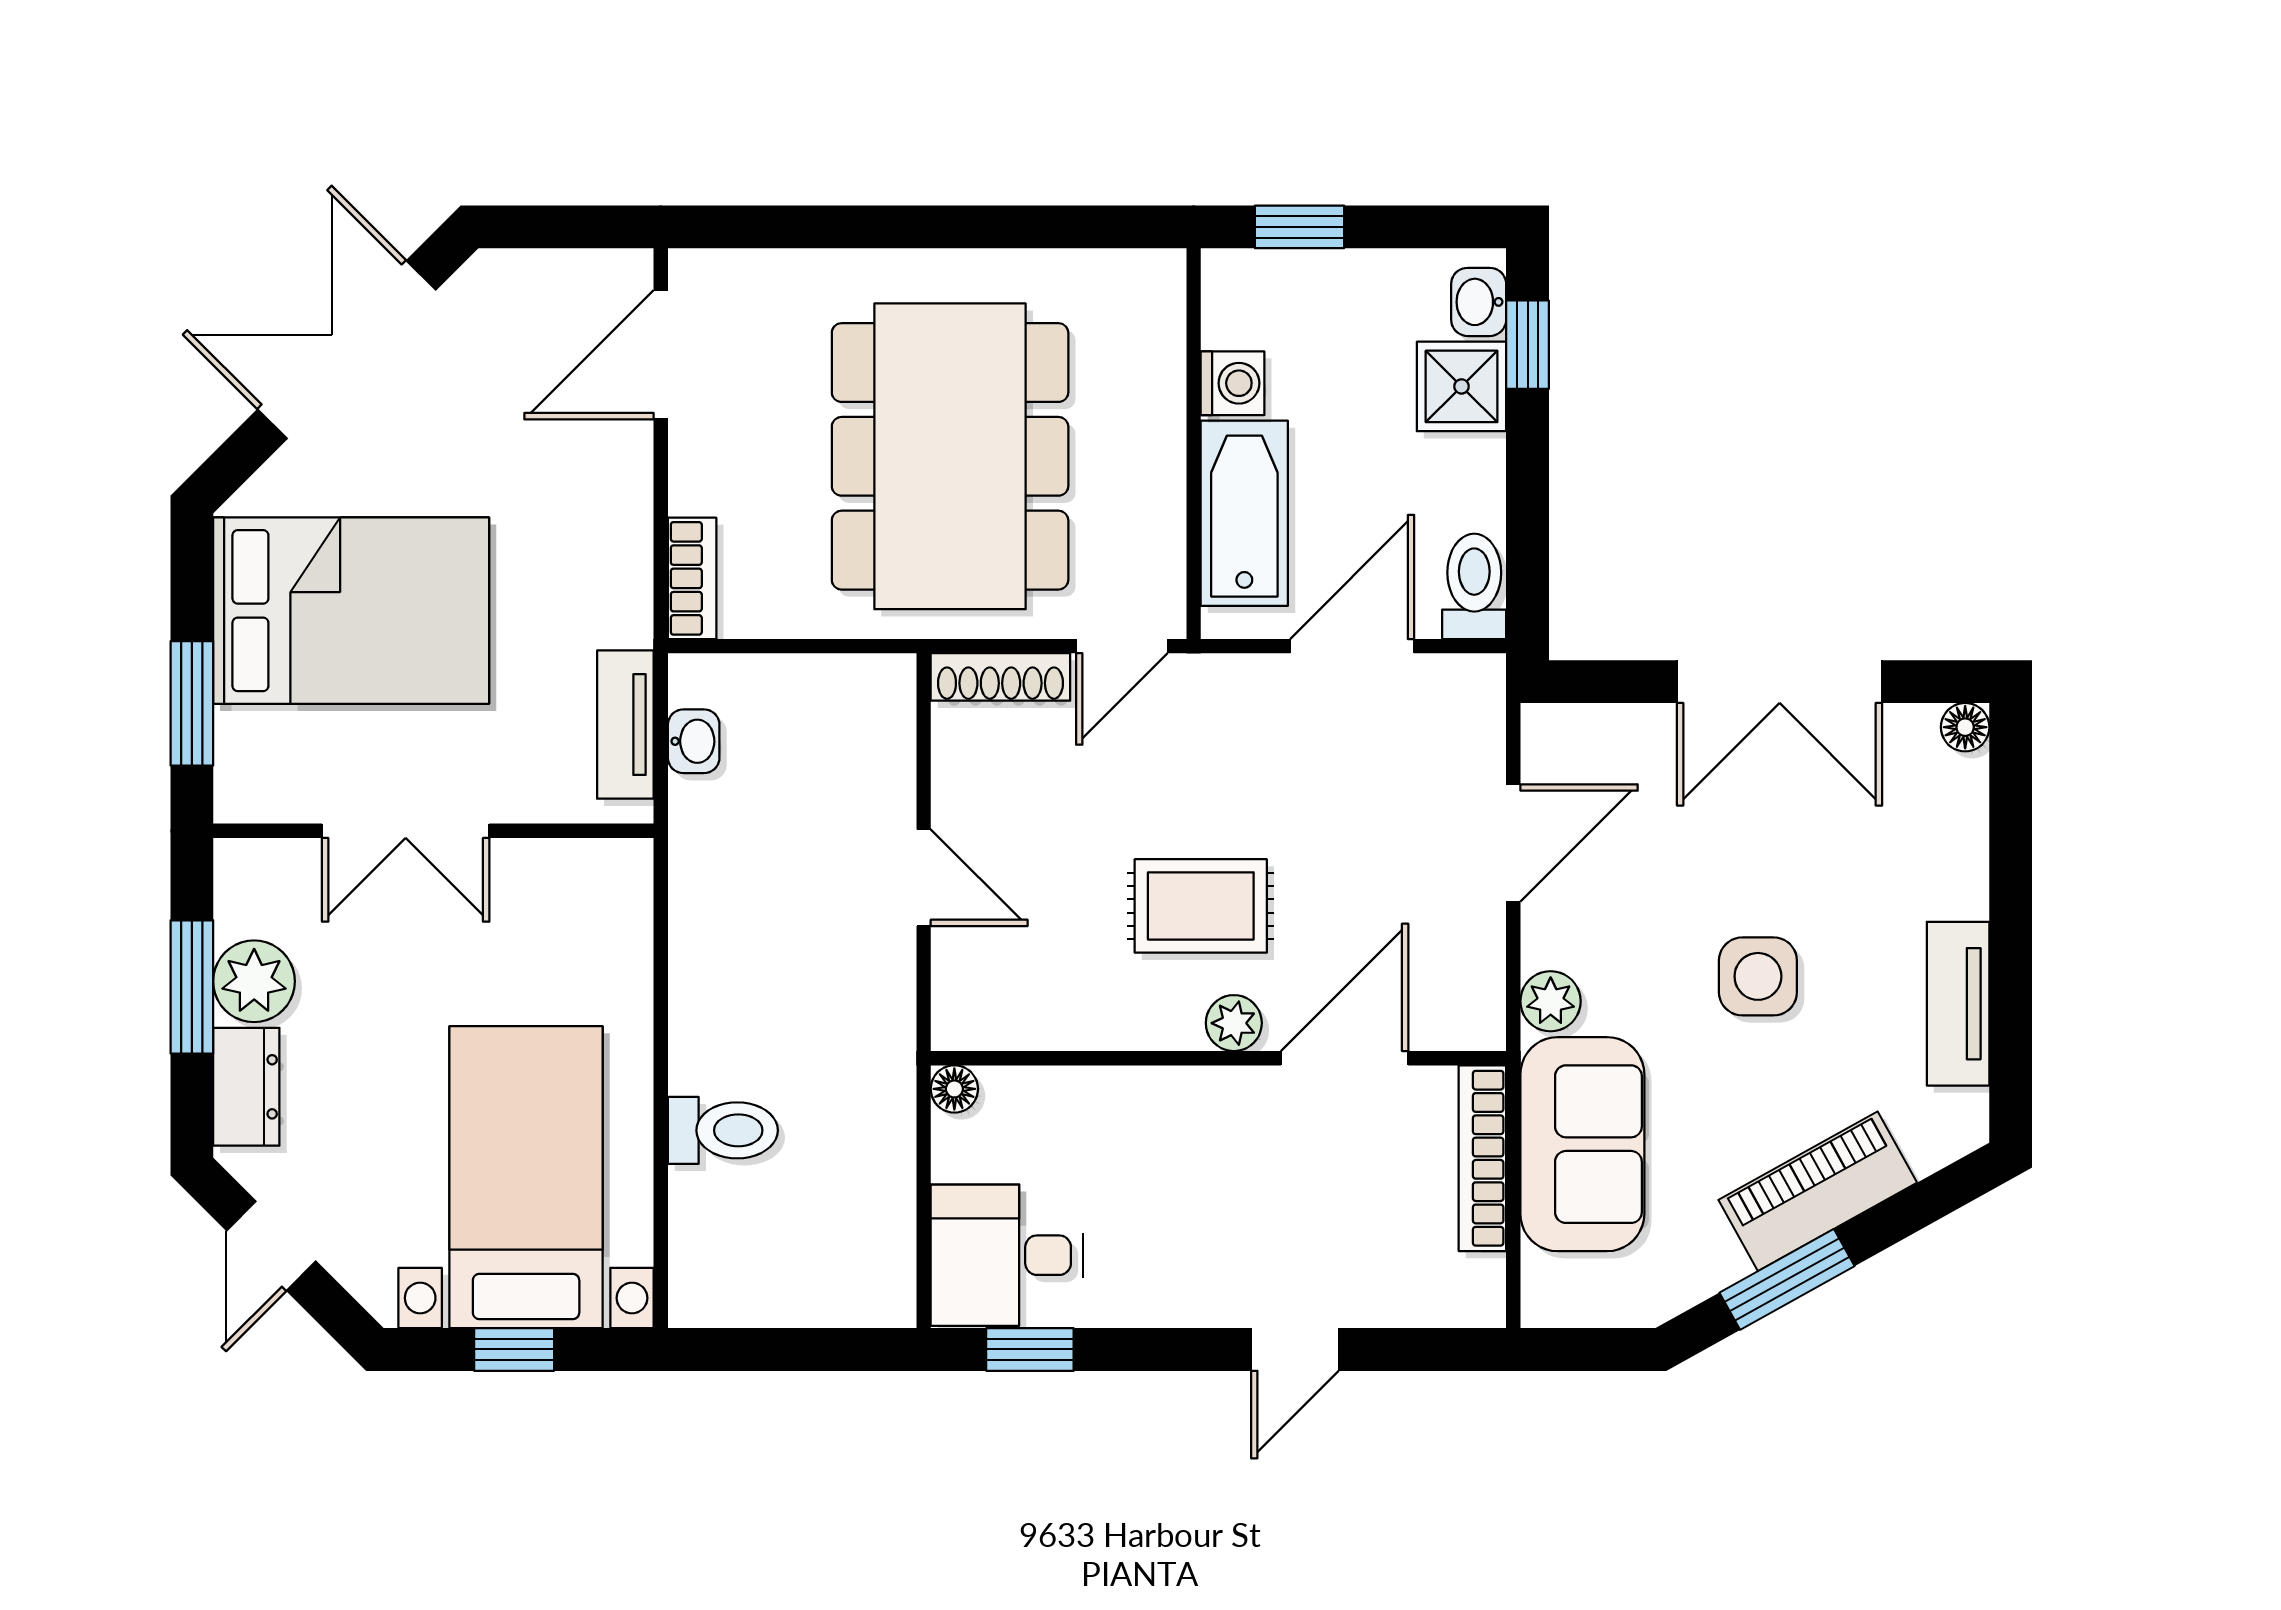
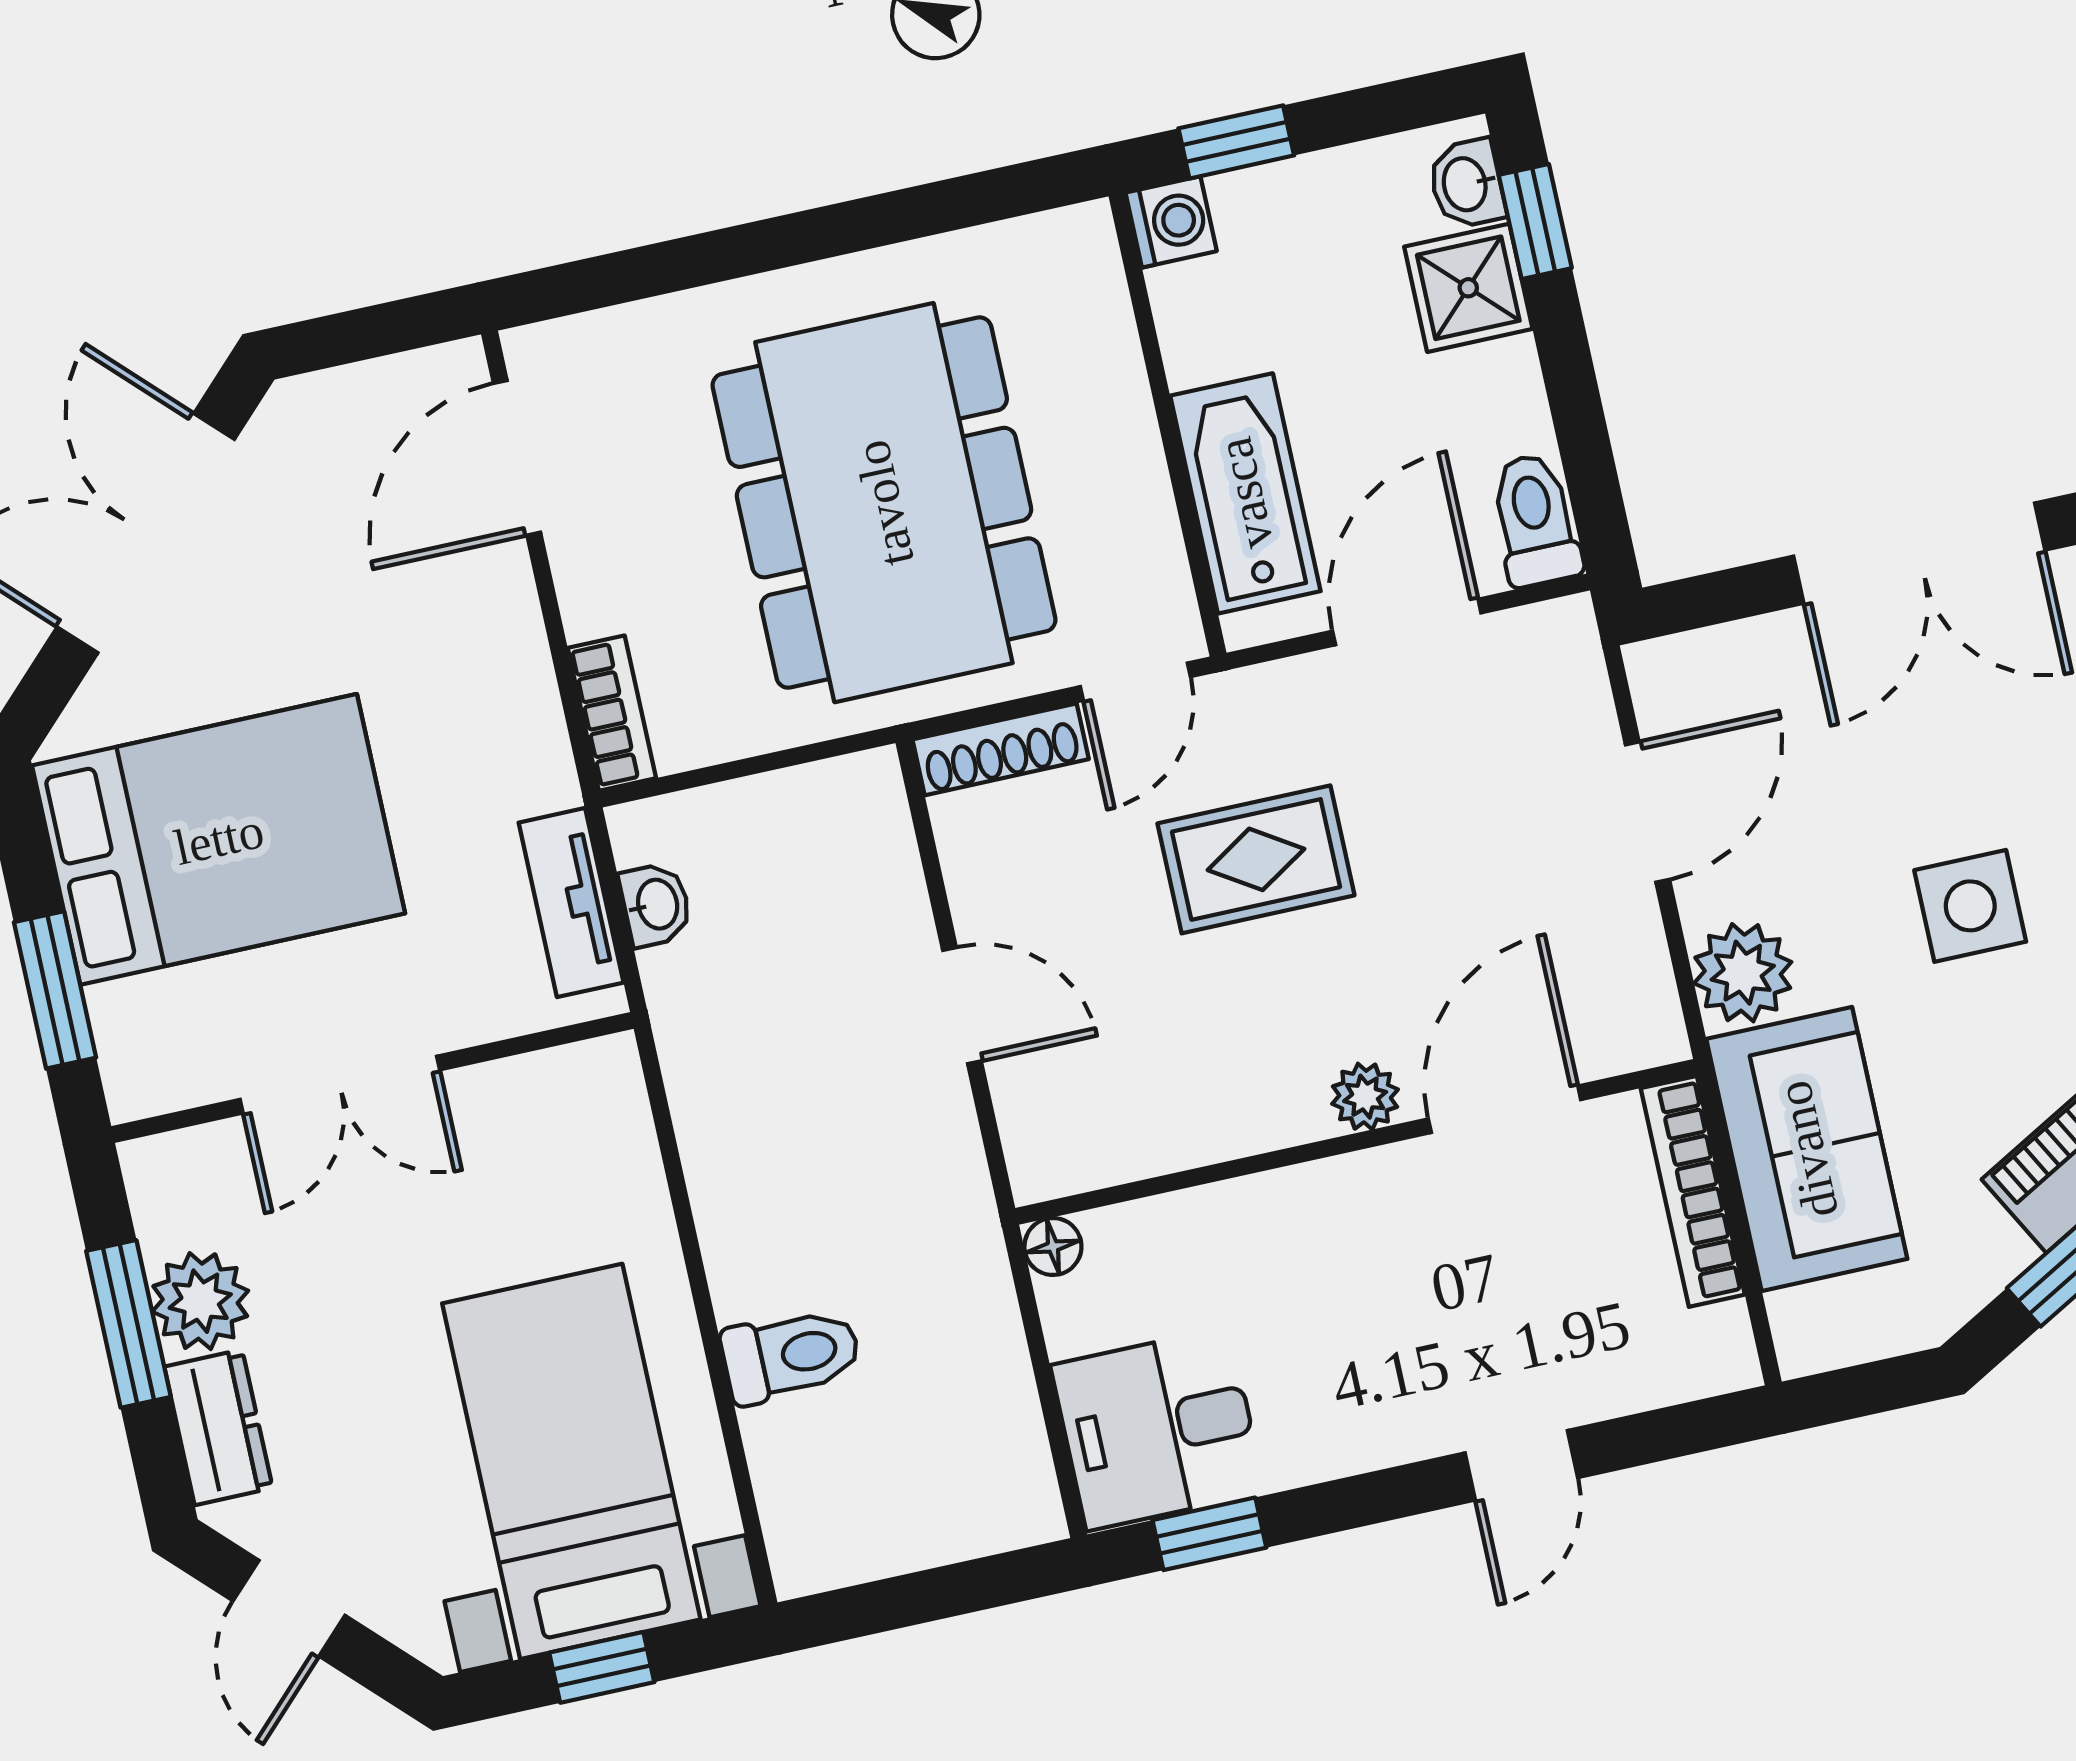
washing machine: (1233, 383) -> (1171, 222), moved
rug: (1201, 906) -> (1256, 859), moved
plant: (1551, 1001) -> (1743, 973), width x1.38, depth x1.38

